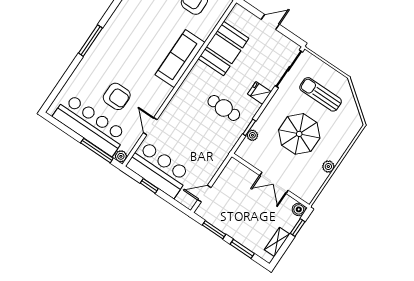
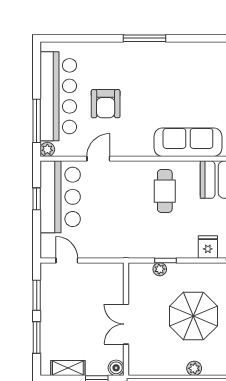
cafe table: (224, 108) -> (165, 191), moved
plant: (328, 167) -> (194, 368), moved

